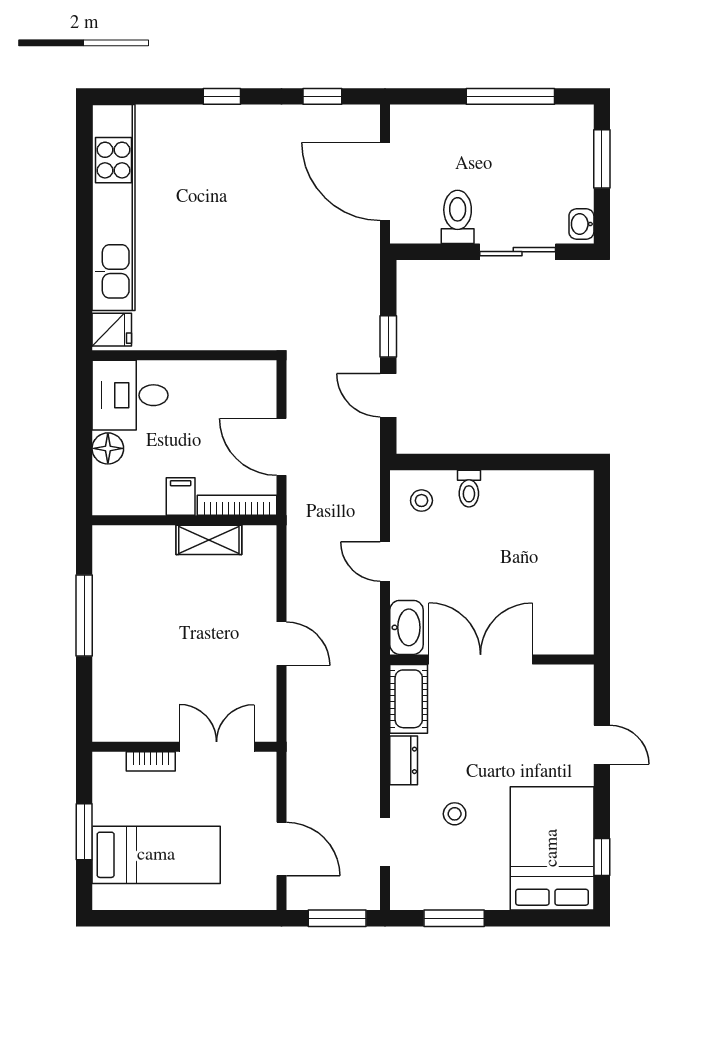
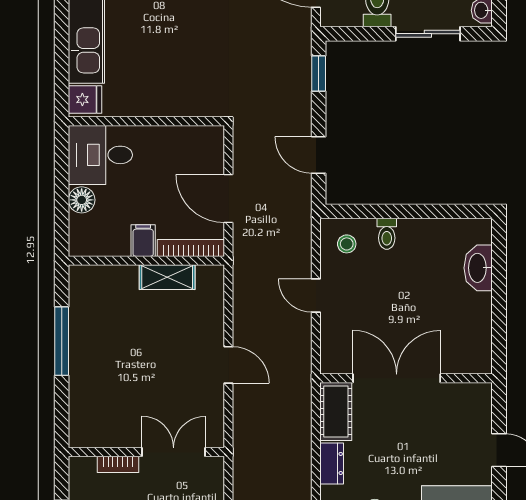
window: (388, 336) -> (319, 74), moved
washbasin: (407, 627) -> (478, 268), moved, turned 180

